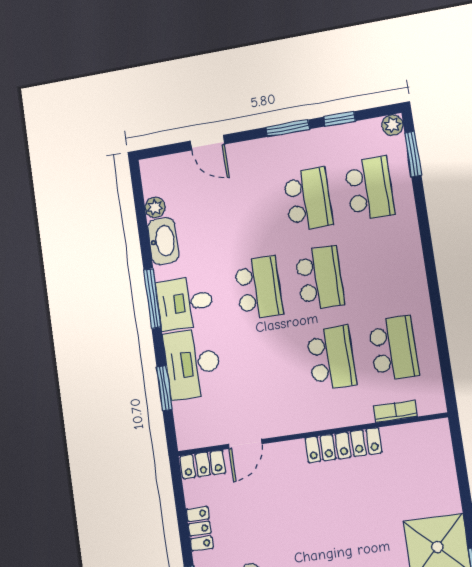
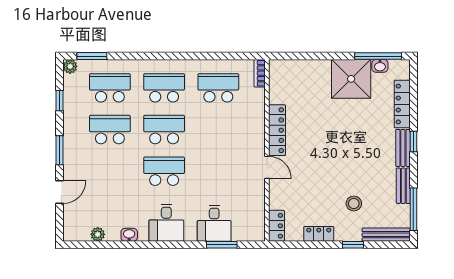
window: (288, 128) -> (60, 150), moved
washbasin: (163, 241) -> (129, 235), width x0.52, depth x0.69
window: (152, 299) -> (160, 245), removed
school desk: (331, 358) -> (164, 88), moved
desk: (192, 364) -> (214, 223), width x0.73
bookcase: (395, 411) -> (260, 73), moved
door: (245, 444) -> (267, 167), moved

